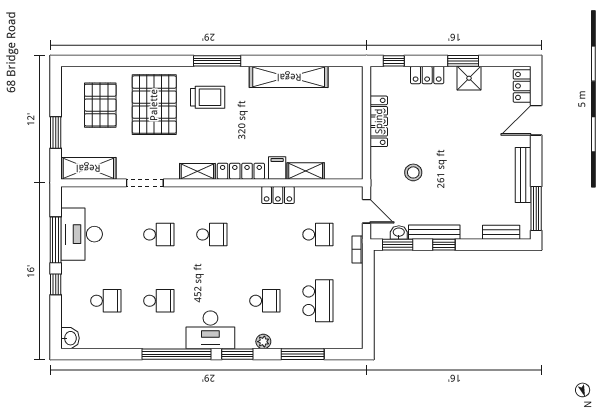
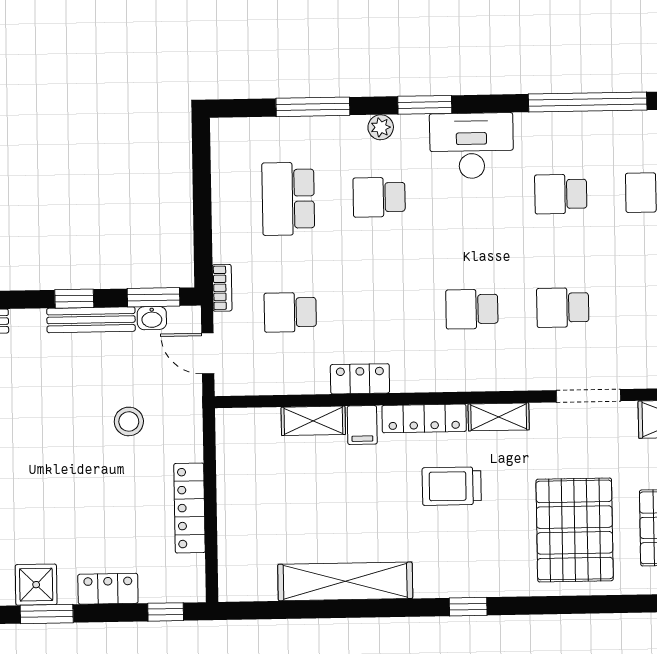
window: (217, 61) -> (468, 607), width x0.46
trolley: (208, 97) -> (452, 486), moved
window: (176, 354) -> (588, 102), moved

